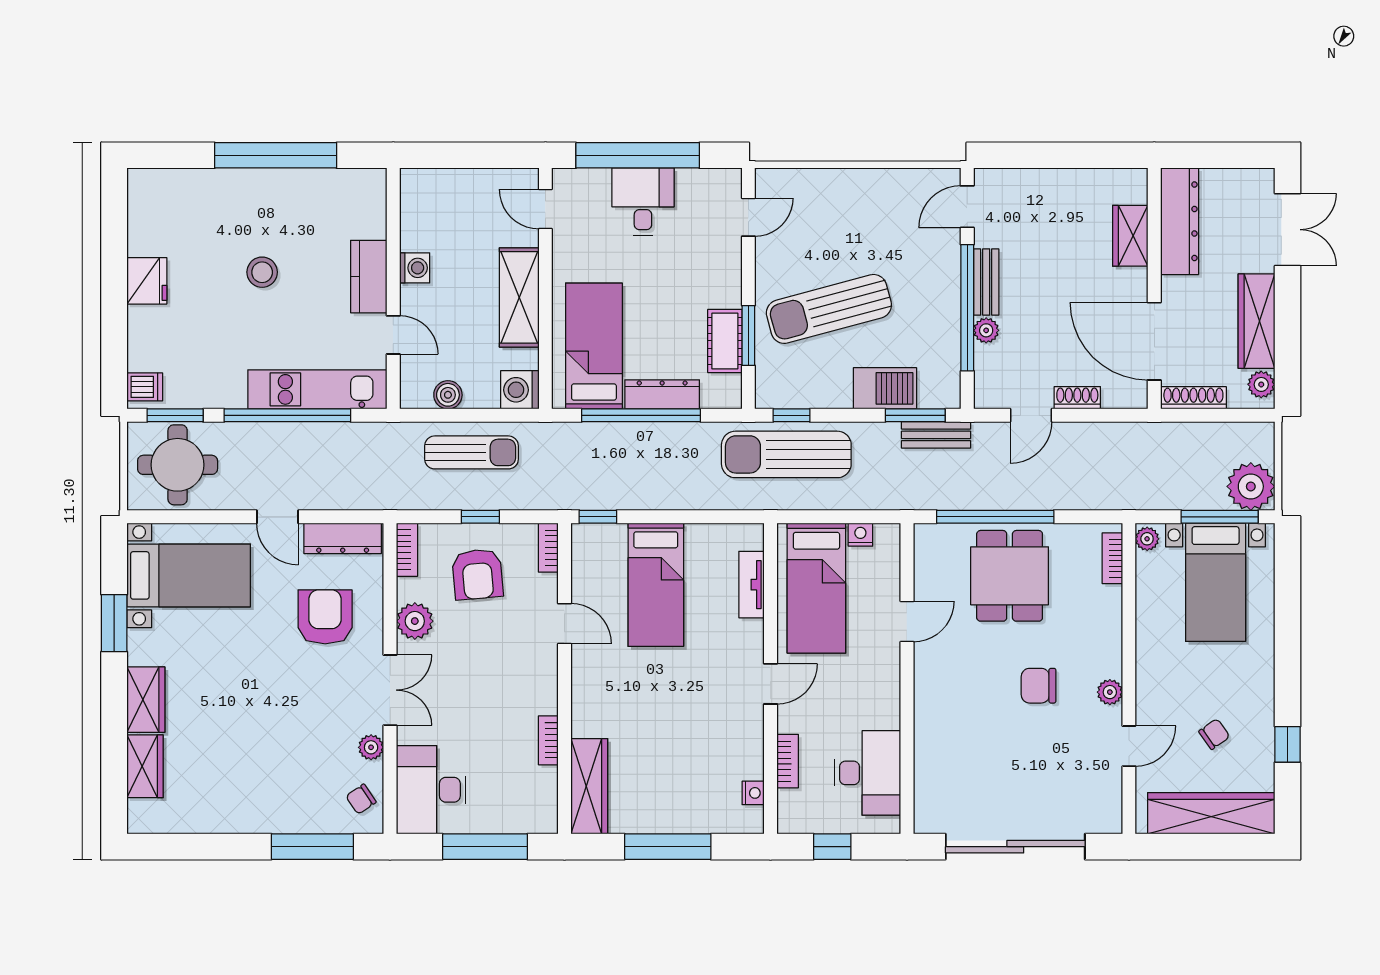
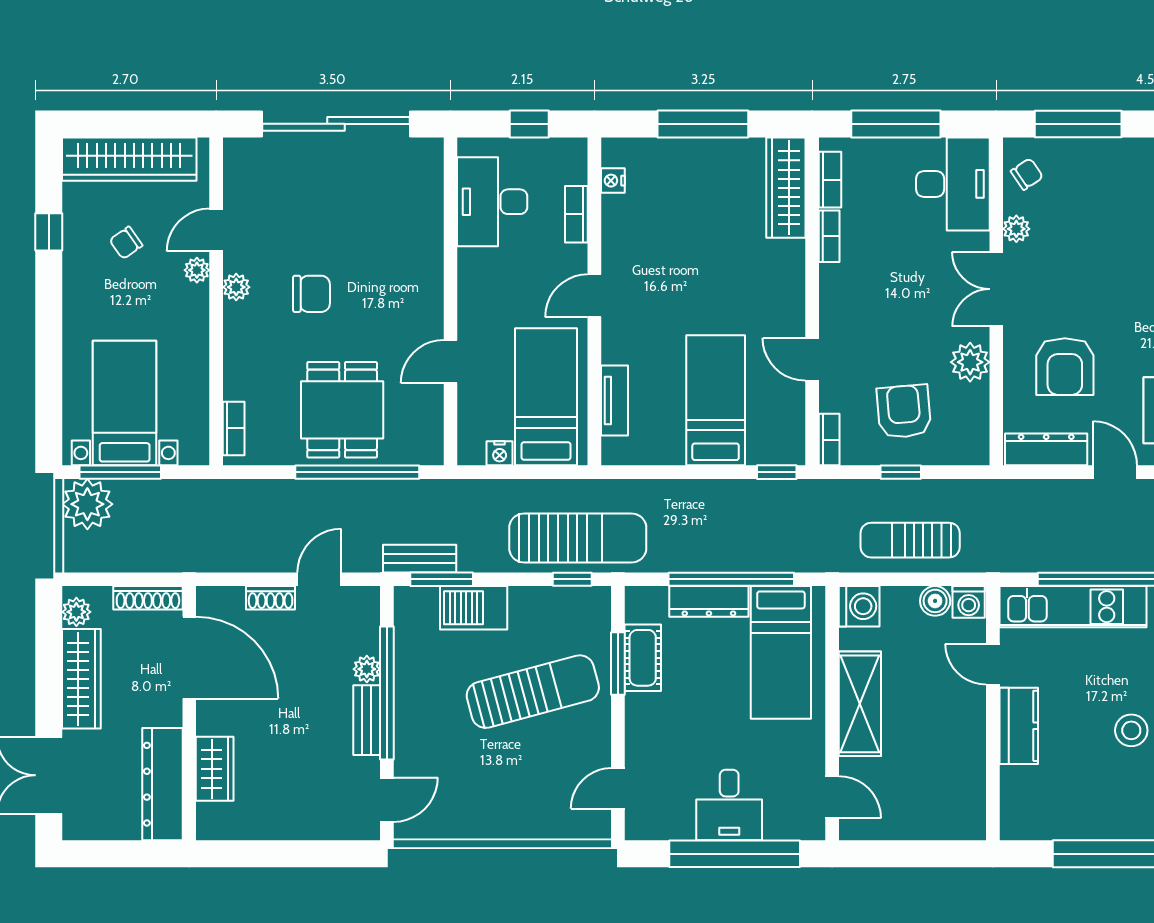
washing machine: (415, 268) -> (969, 602), moved, turned -90
plant: (1147, 539) -> (197, 270), moved
bookcase: (407, 550) -> (830, 180), moved, turned 180

